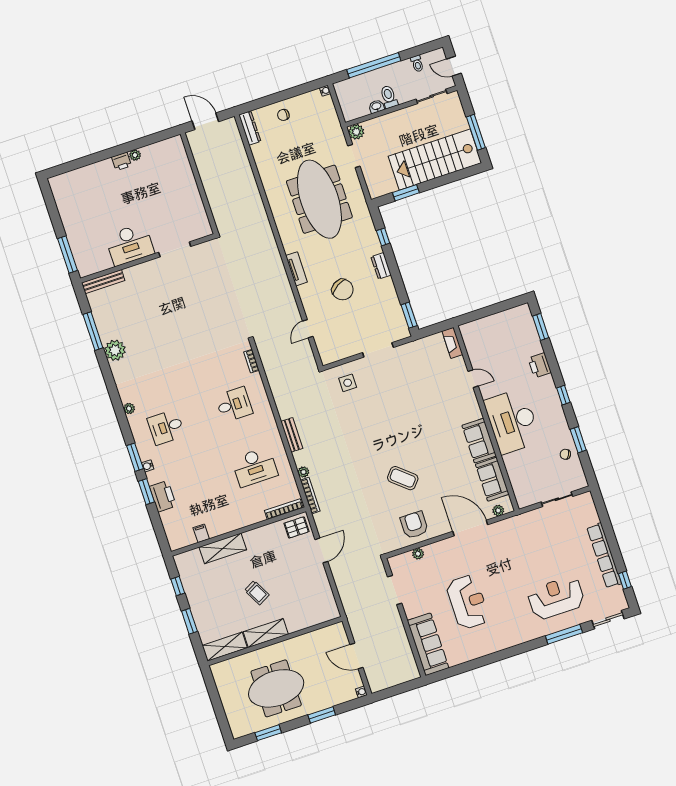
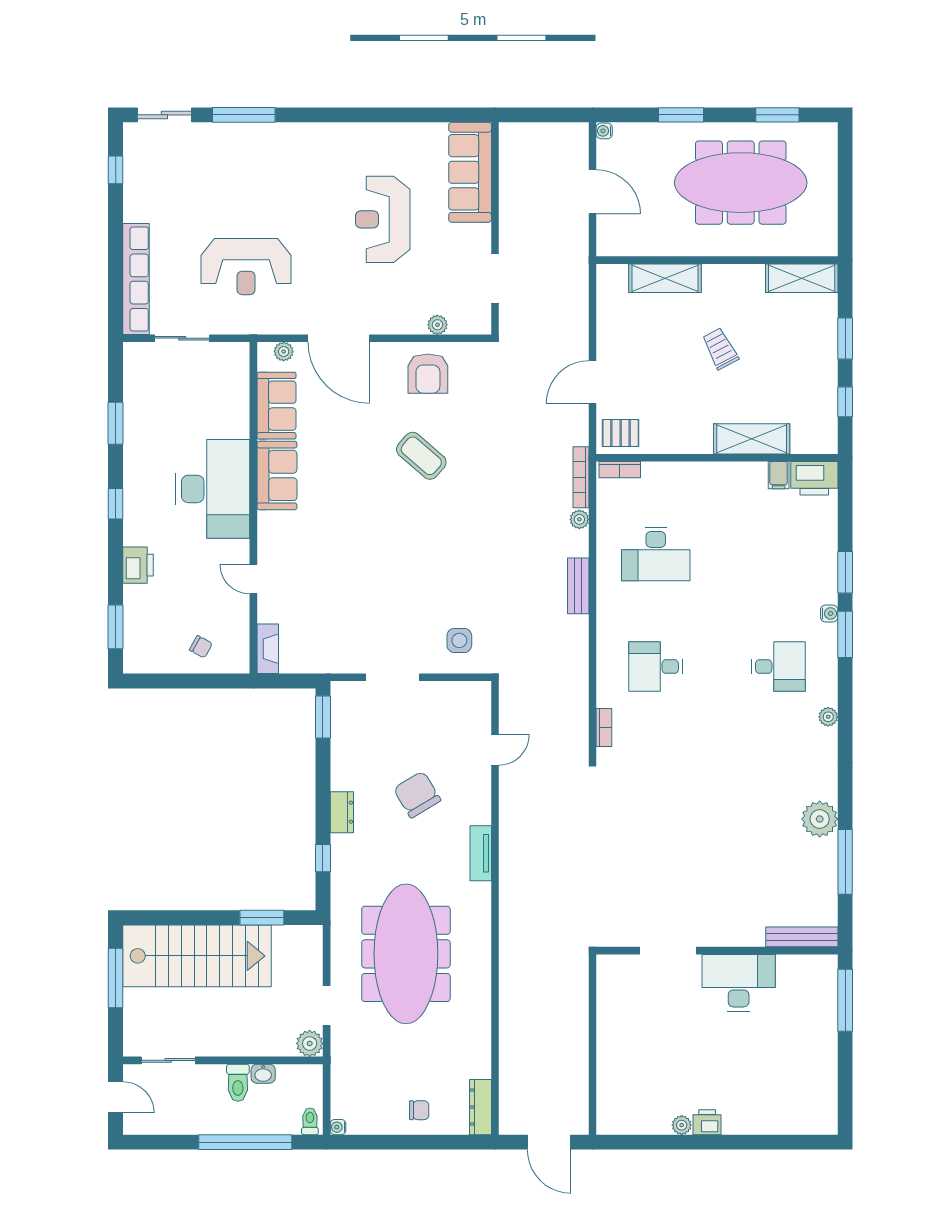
toilet: (417, 64) -> (310, 1121), moved
chair: (565, 454) -> (201, 647), moved
desk: (255, 467) -> (656, 554), turned 180
printer: (163, 496) -> (814, 478), moved, turned -90
bookcase: (284, 509) -> (620, 470), width x0.64
row of seats: (604, 555) -> (136, 279), moved
reception desk: (556, 598) -> (246, 267), moved
shelving: (266, 633) -> (665, 278), moved
meeting table: (276, 688) -> (741, 183), width x1.36

